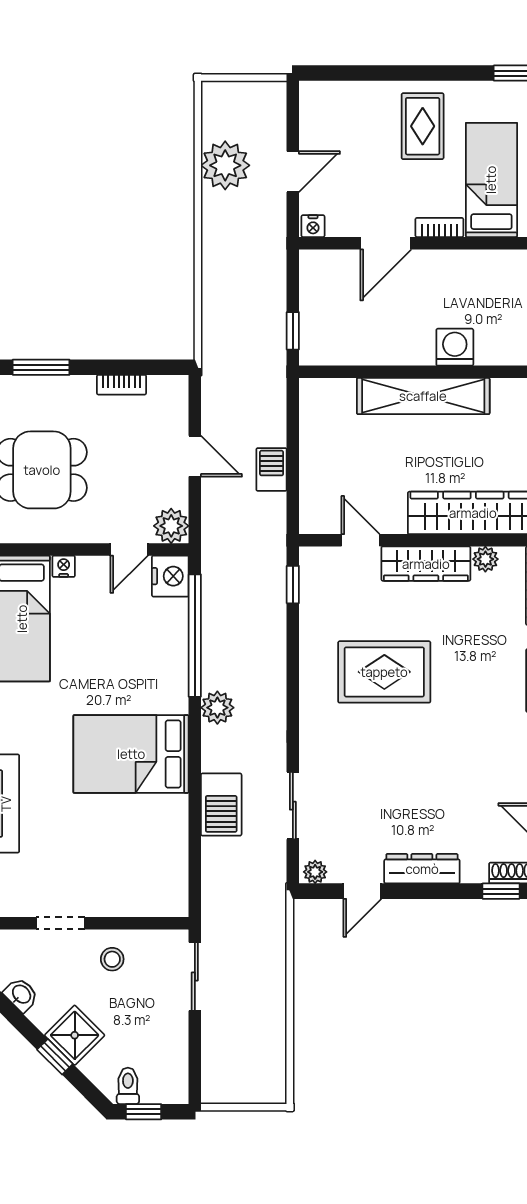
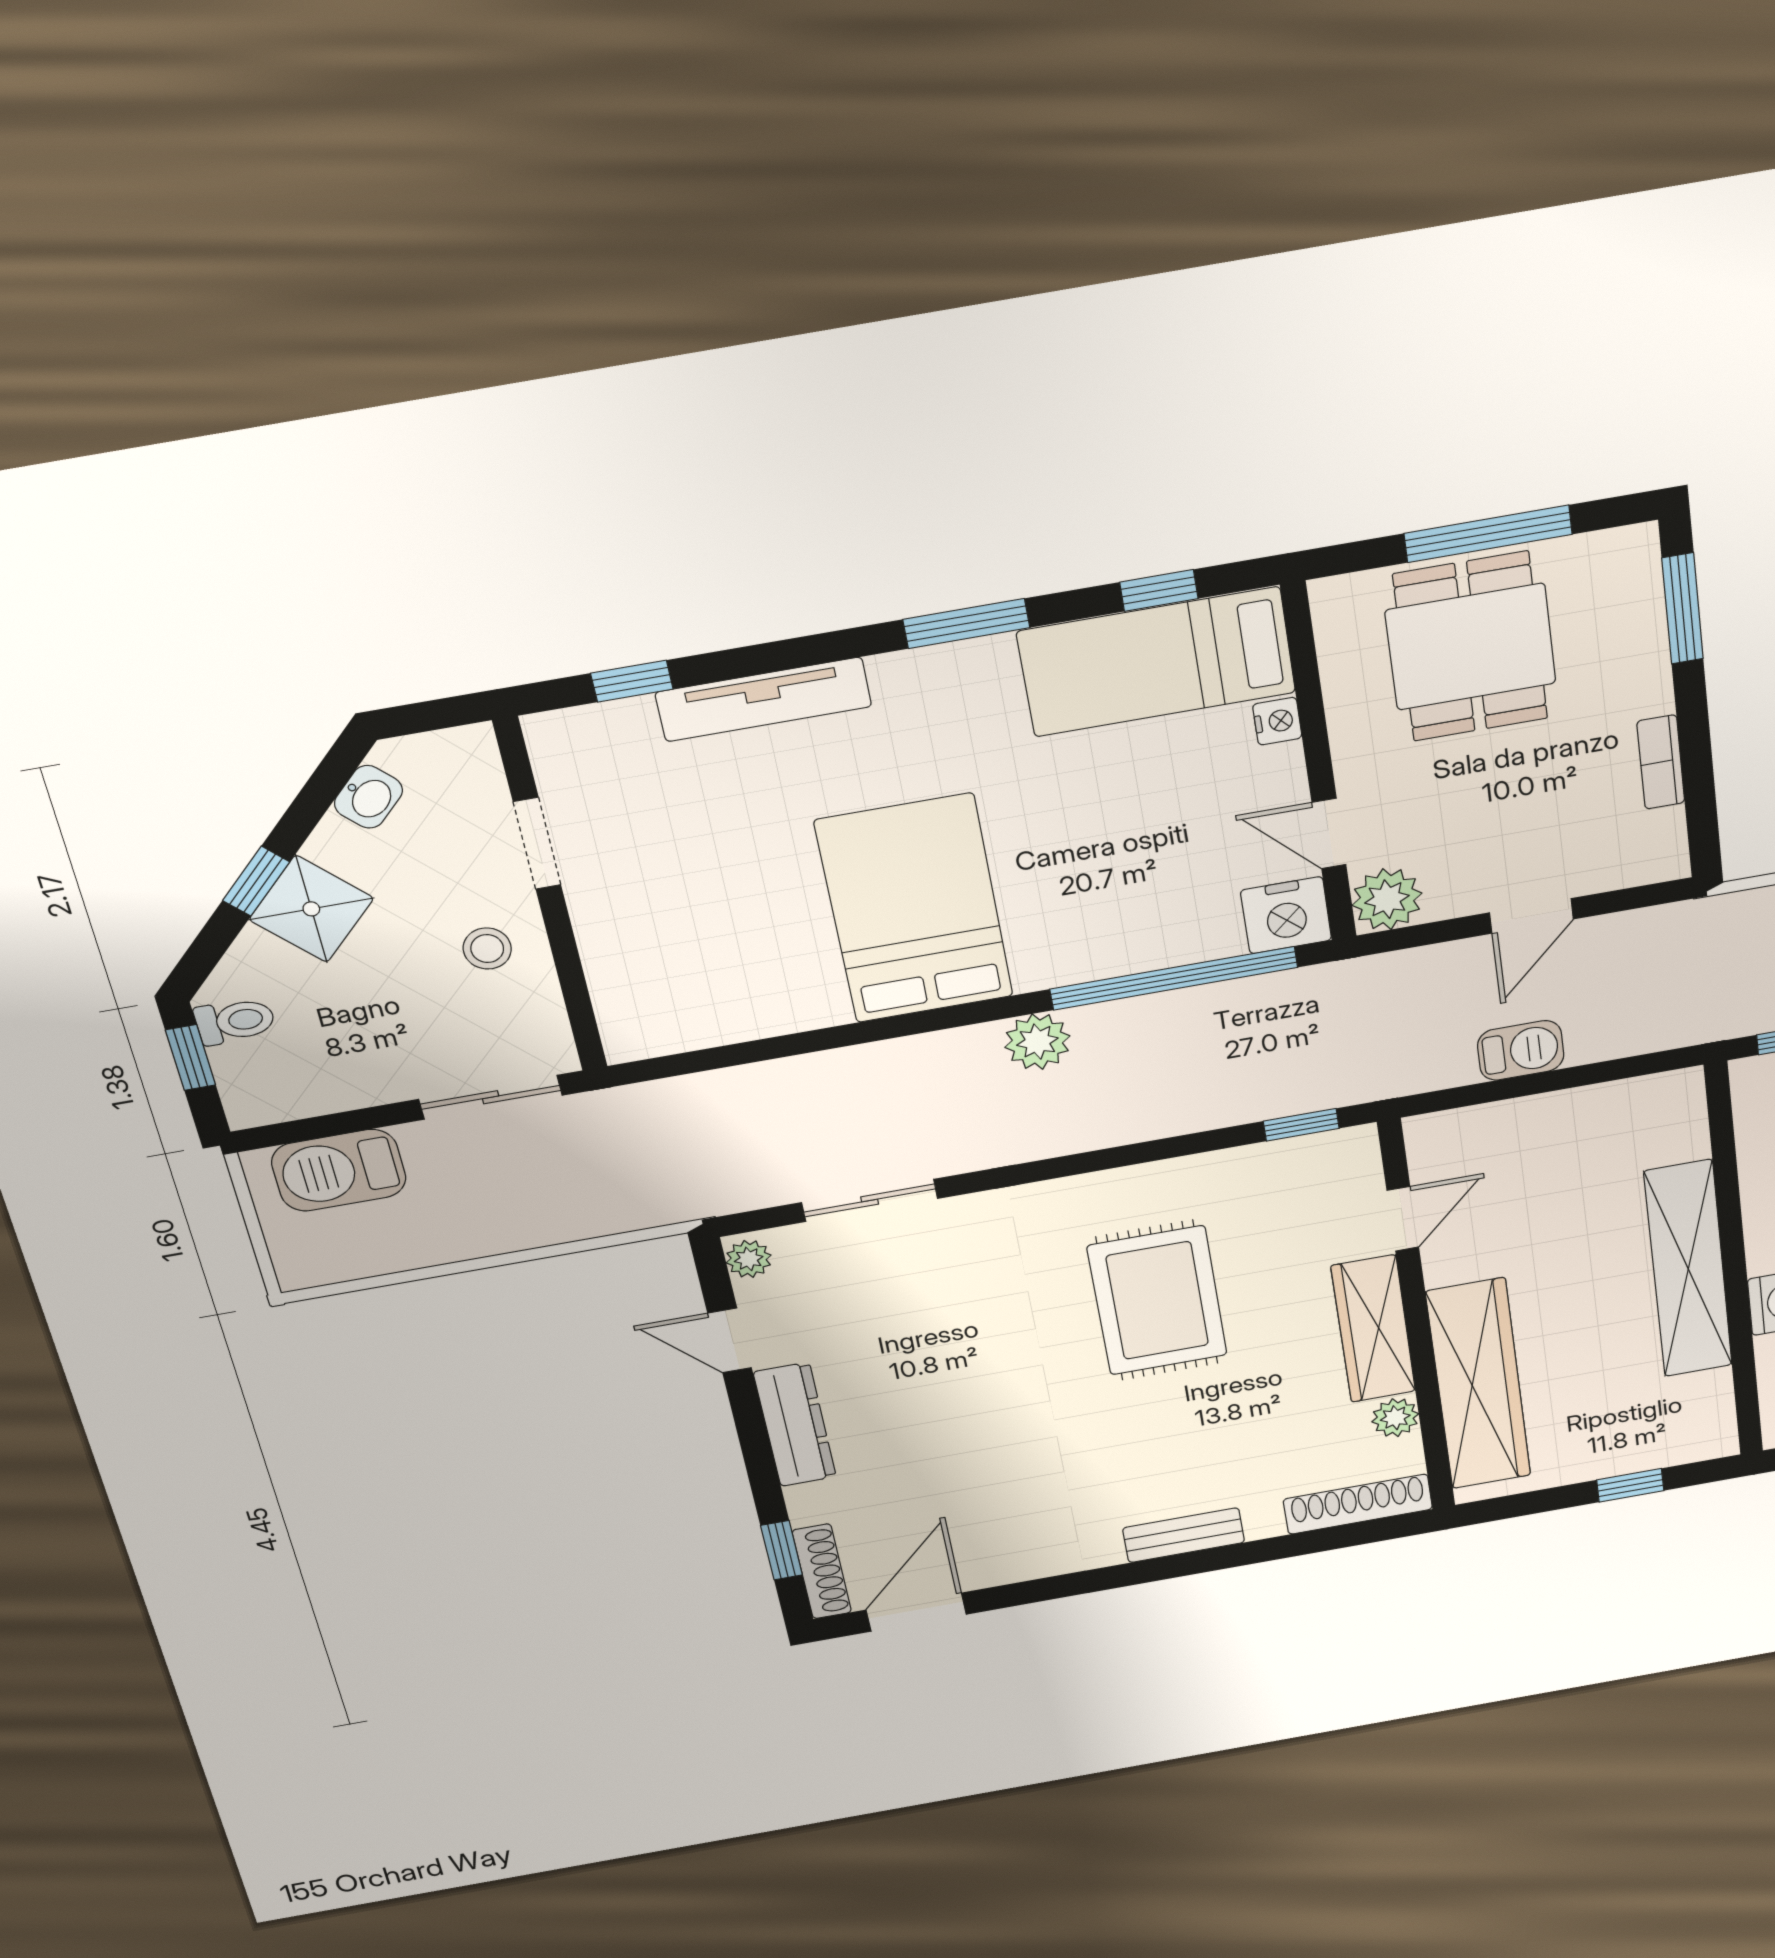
barbecue: (221, 805) -> (339, 1170), moved

